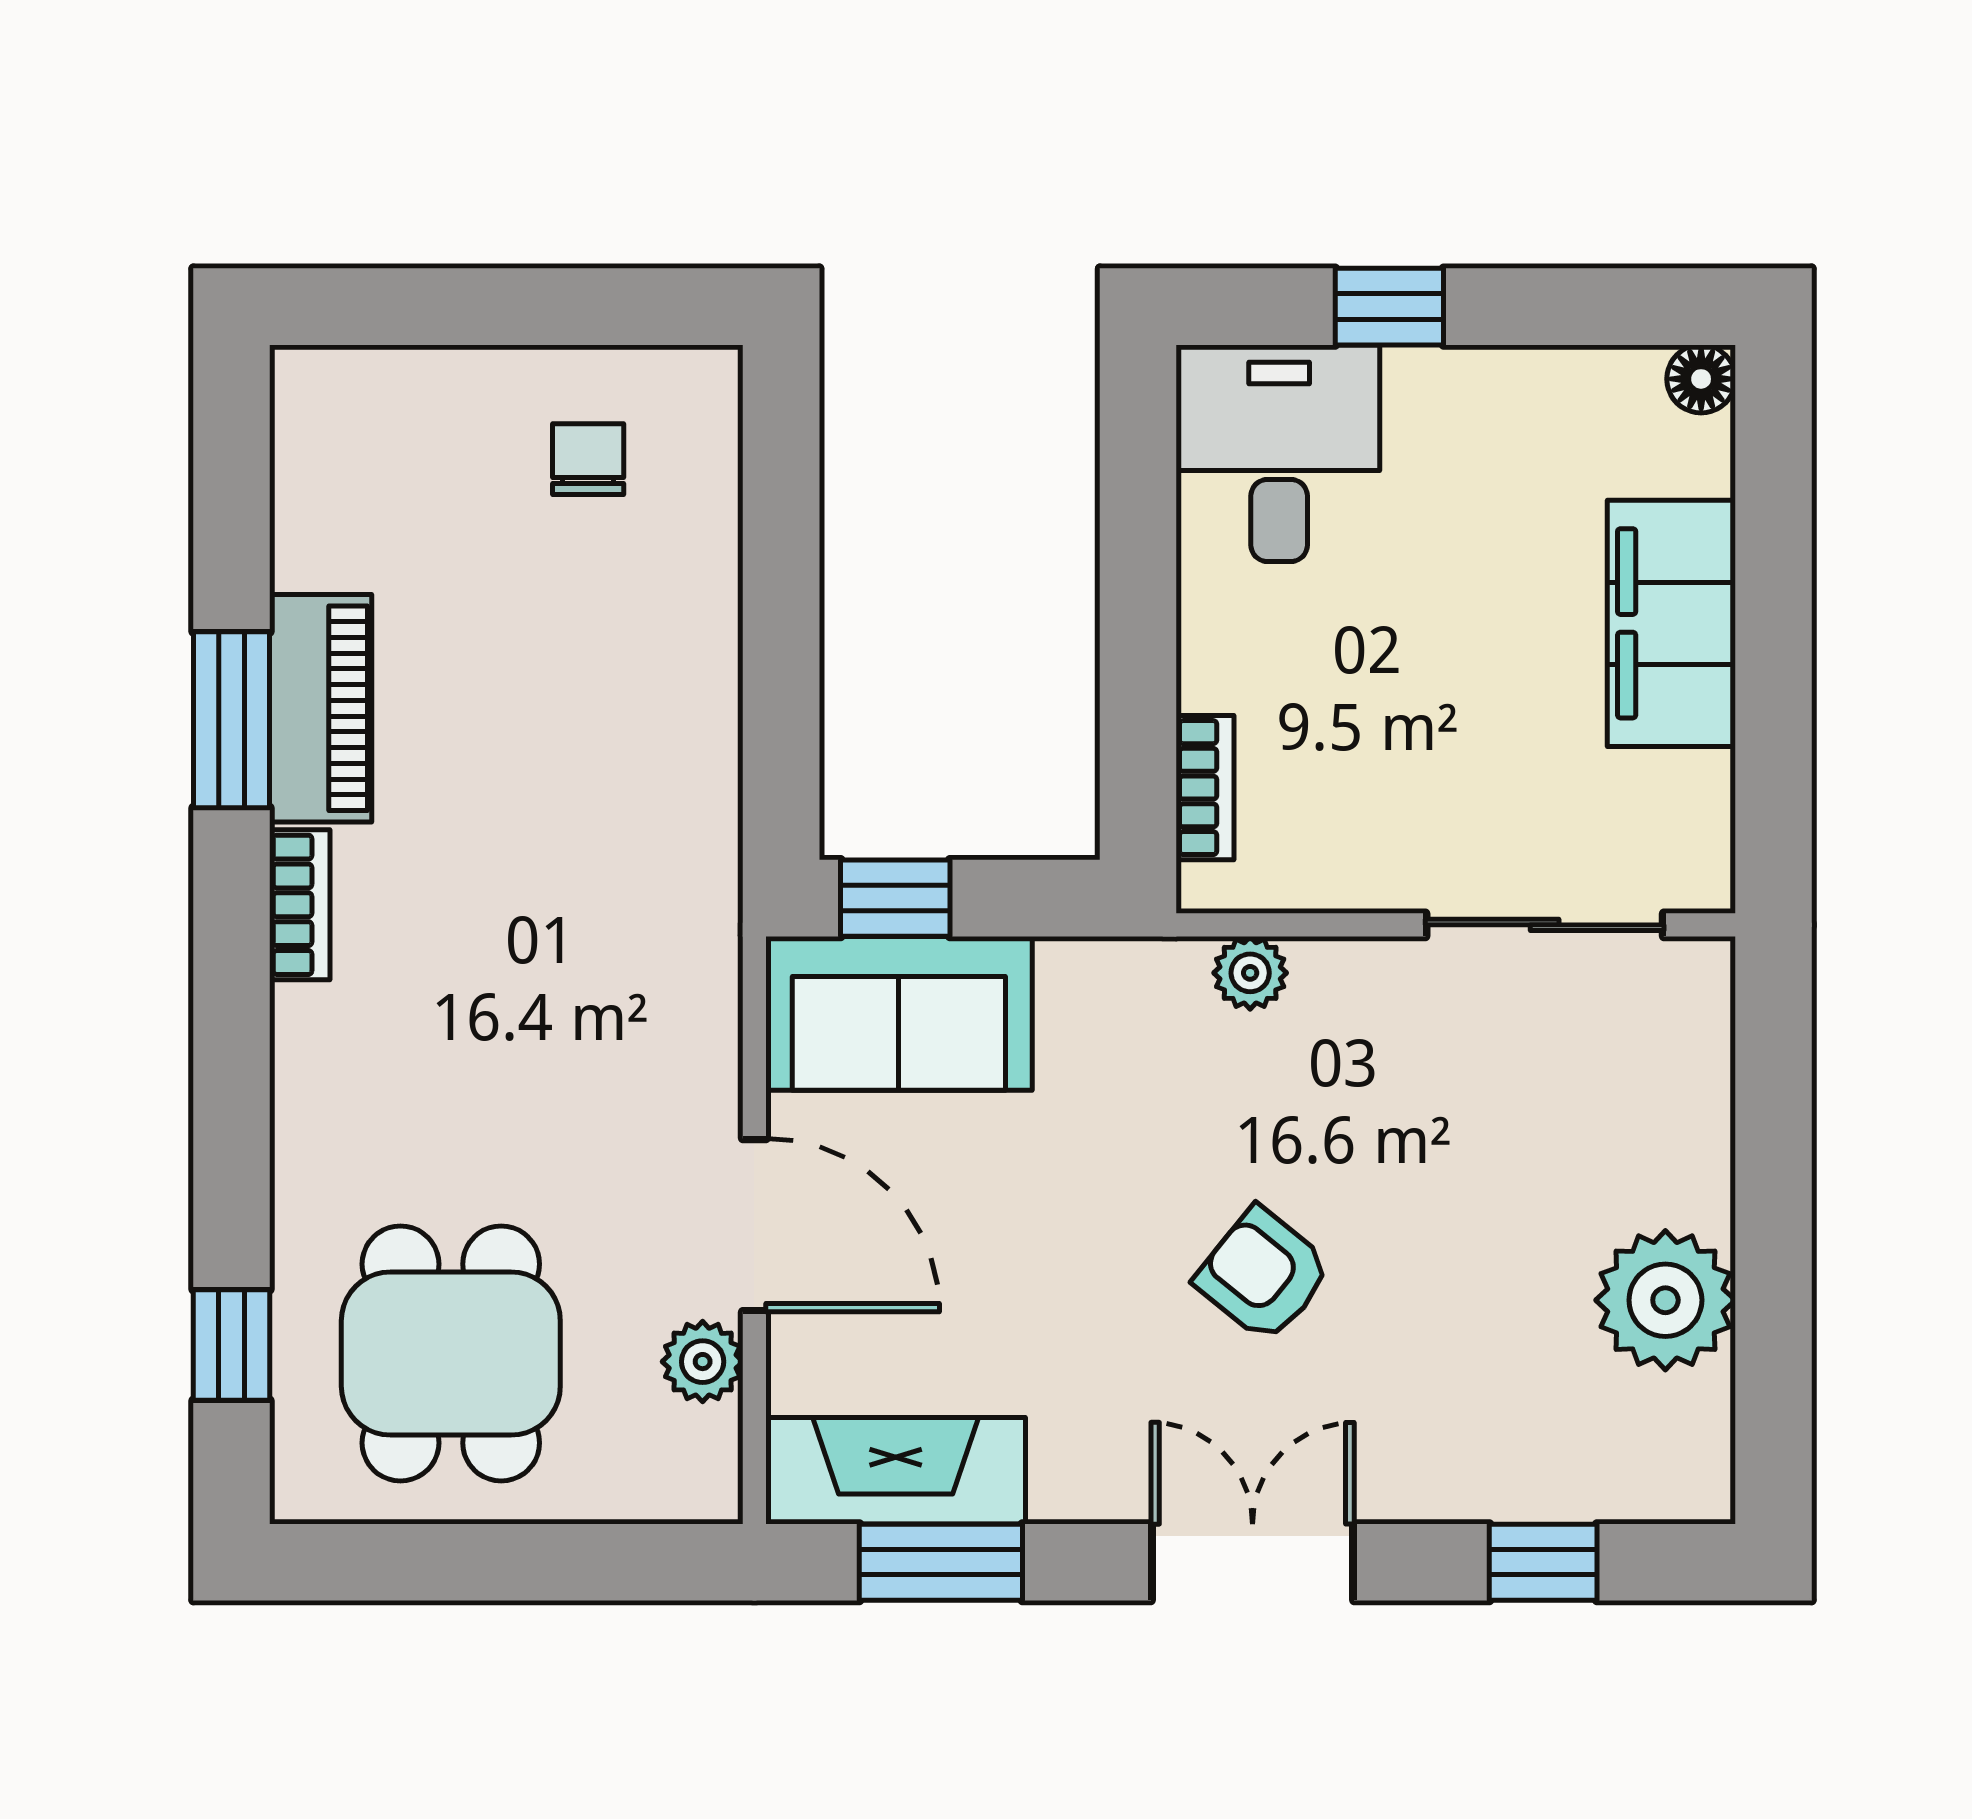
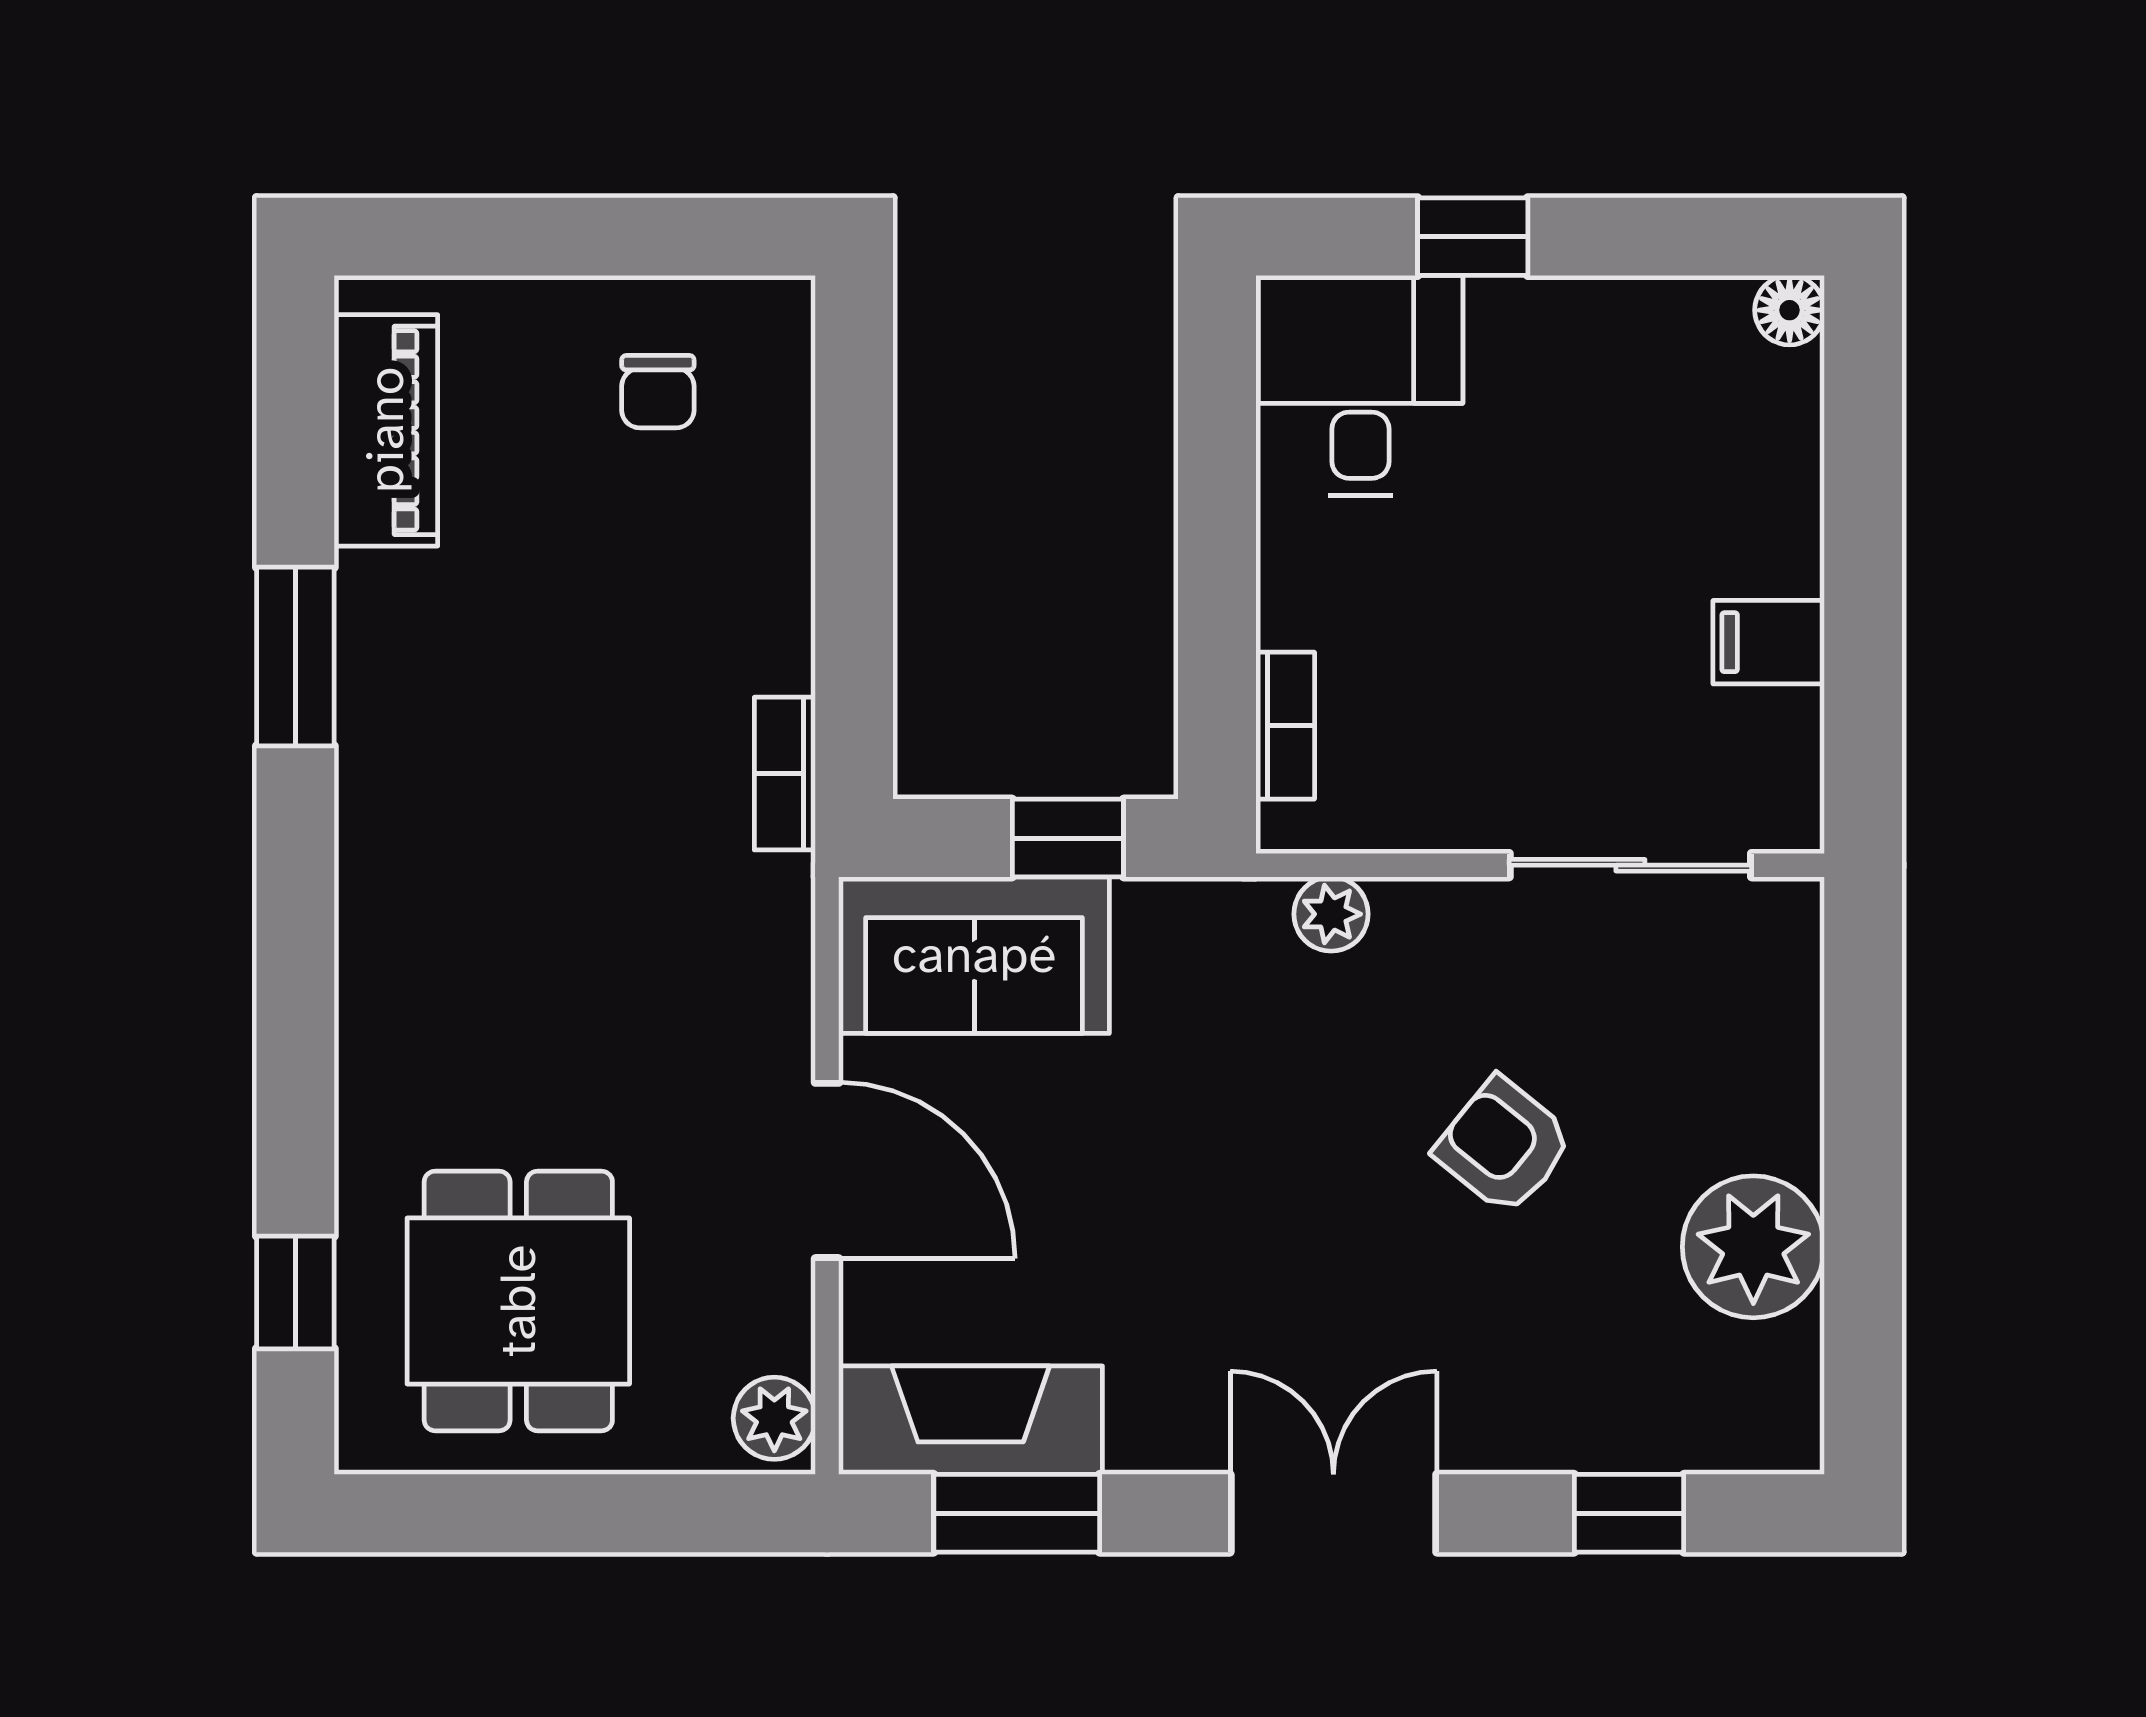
chair: (588, 459) -> (658, 392), turned 180
filing cabinet: (1671, 623) -> (1769, 642), width x0.33, depth x0.86
piano: (321, 708) -> (386, 430), moved
window: (895, 898) -> (1068, 838), moved
bookcase: (300, 905) -> (785, 774), moved, turned 180
armchair: (1263, 1275) -> (1504, 1146), moved
plant: (703, 1362) -> (774, 1418), moved

